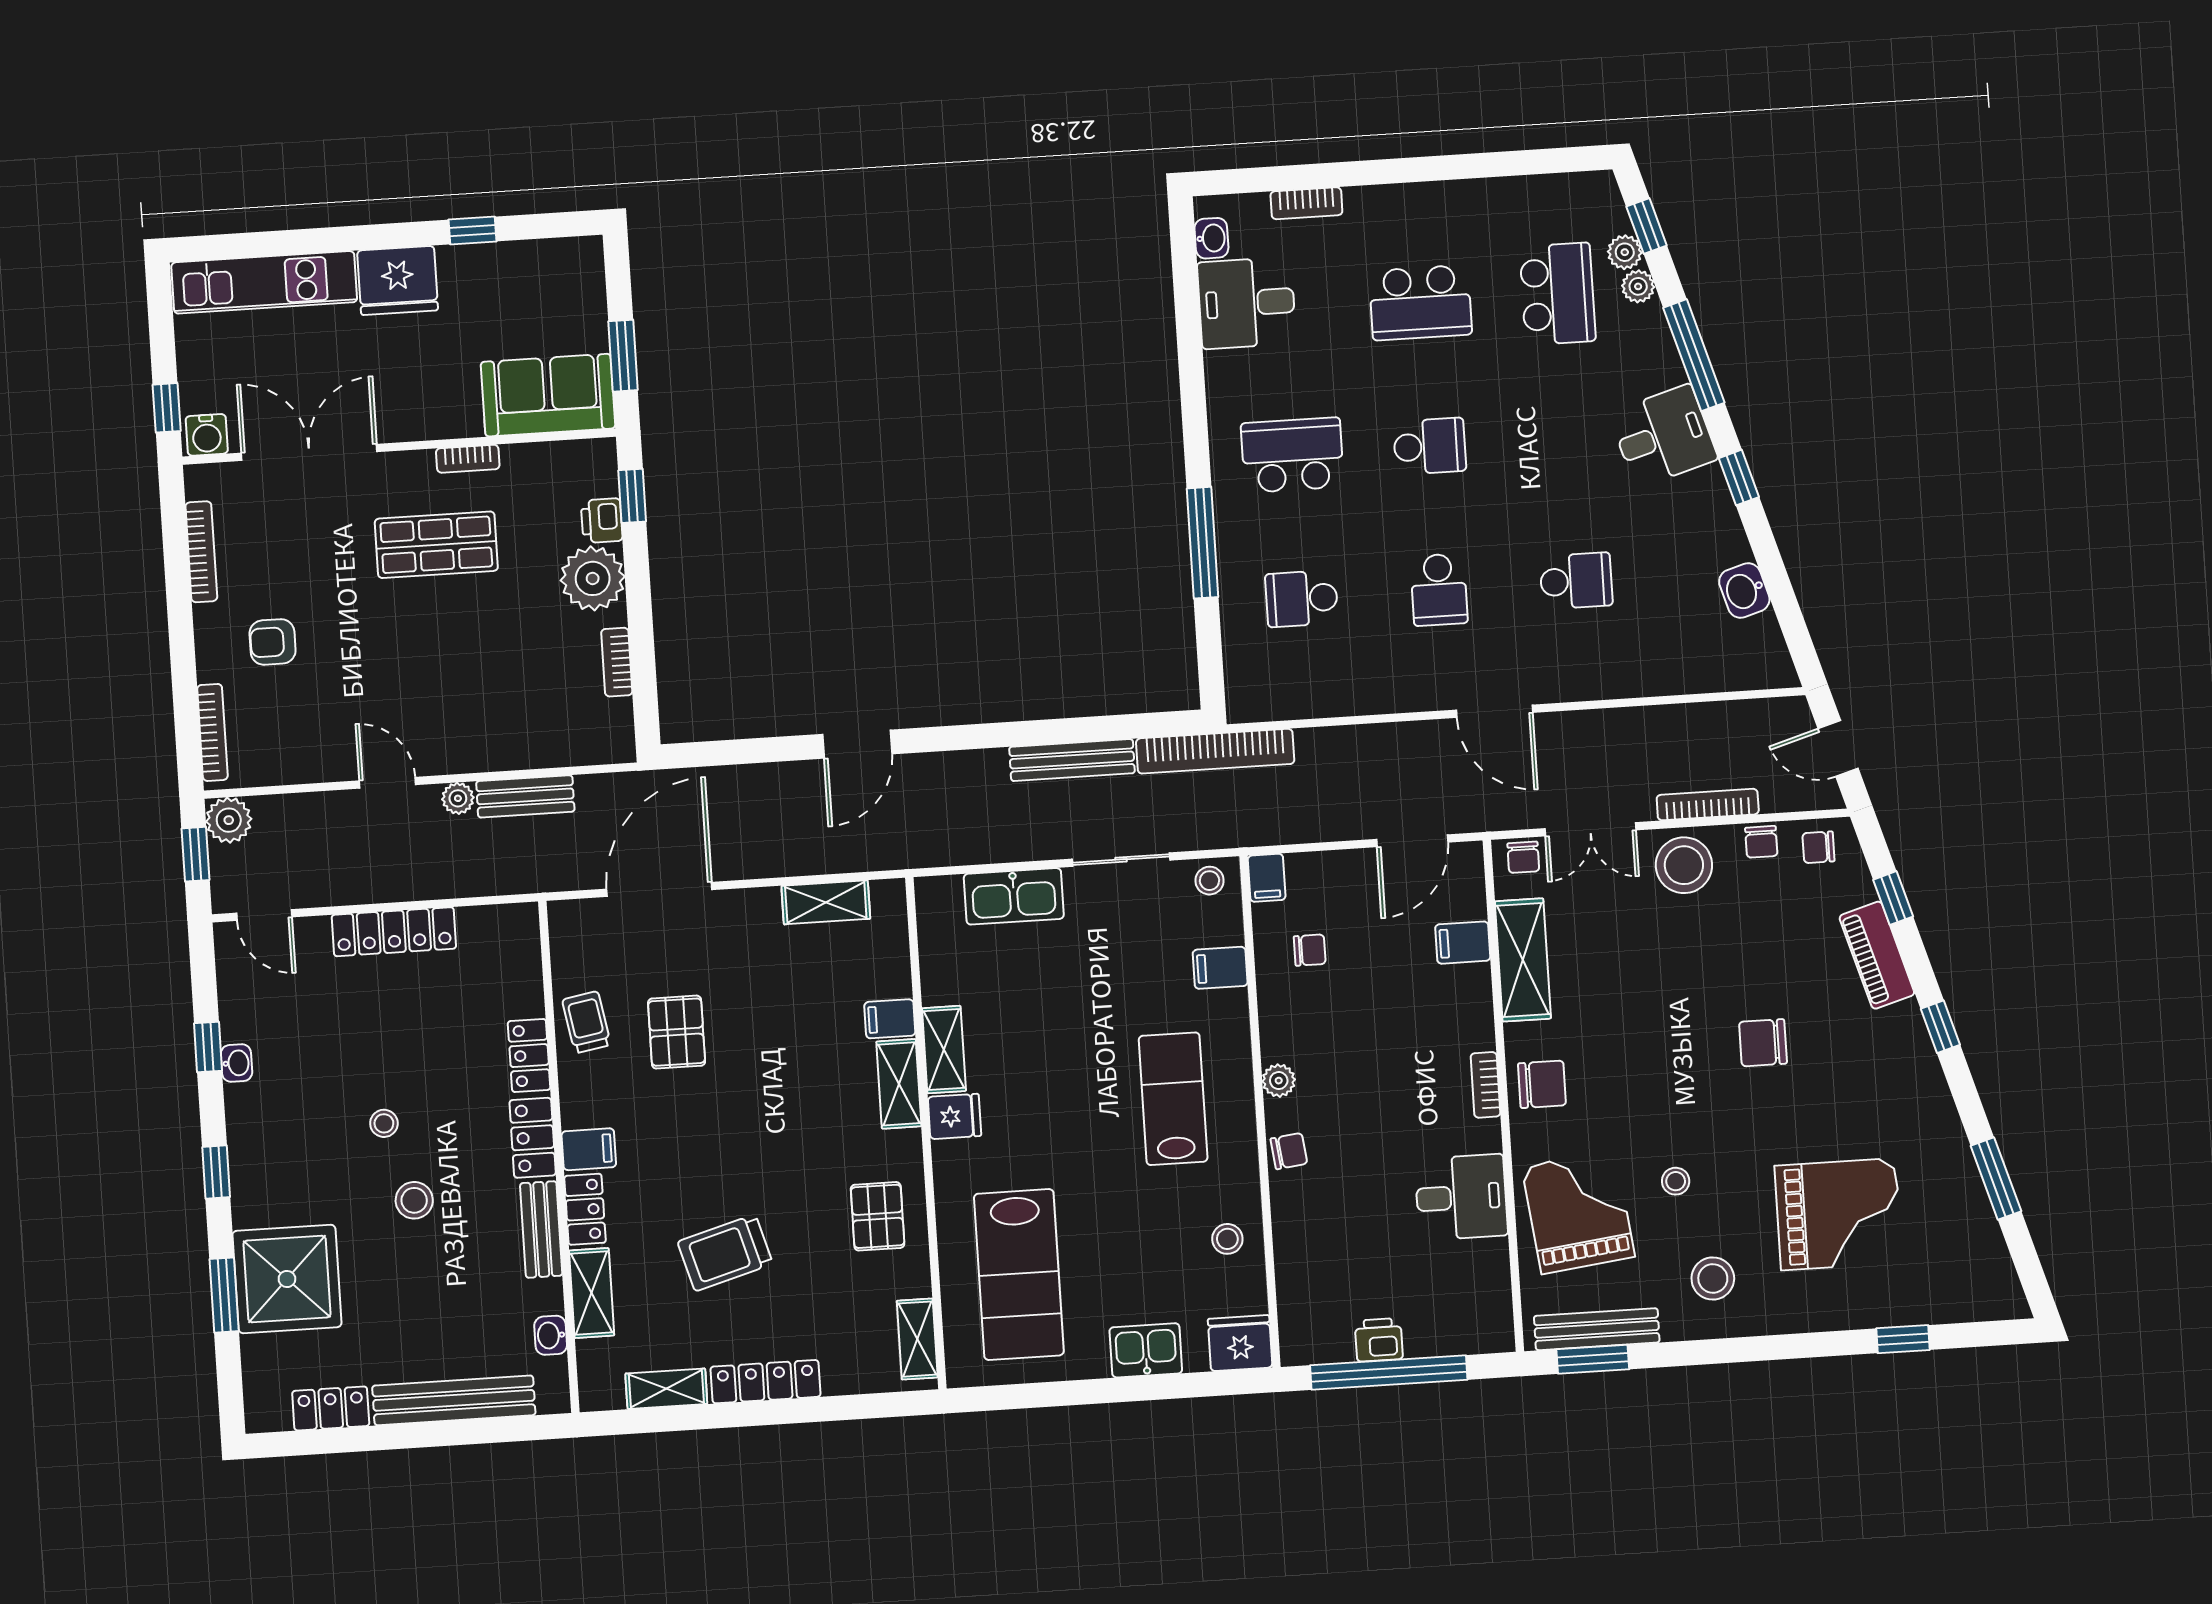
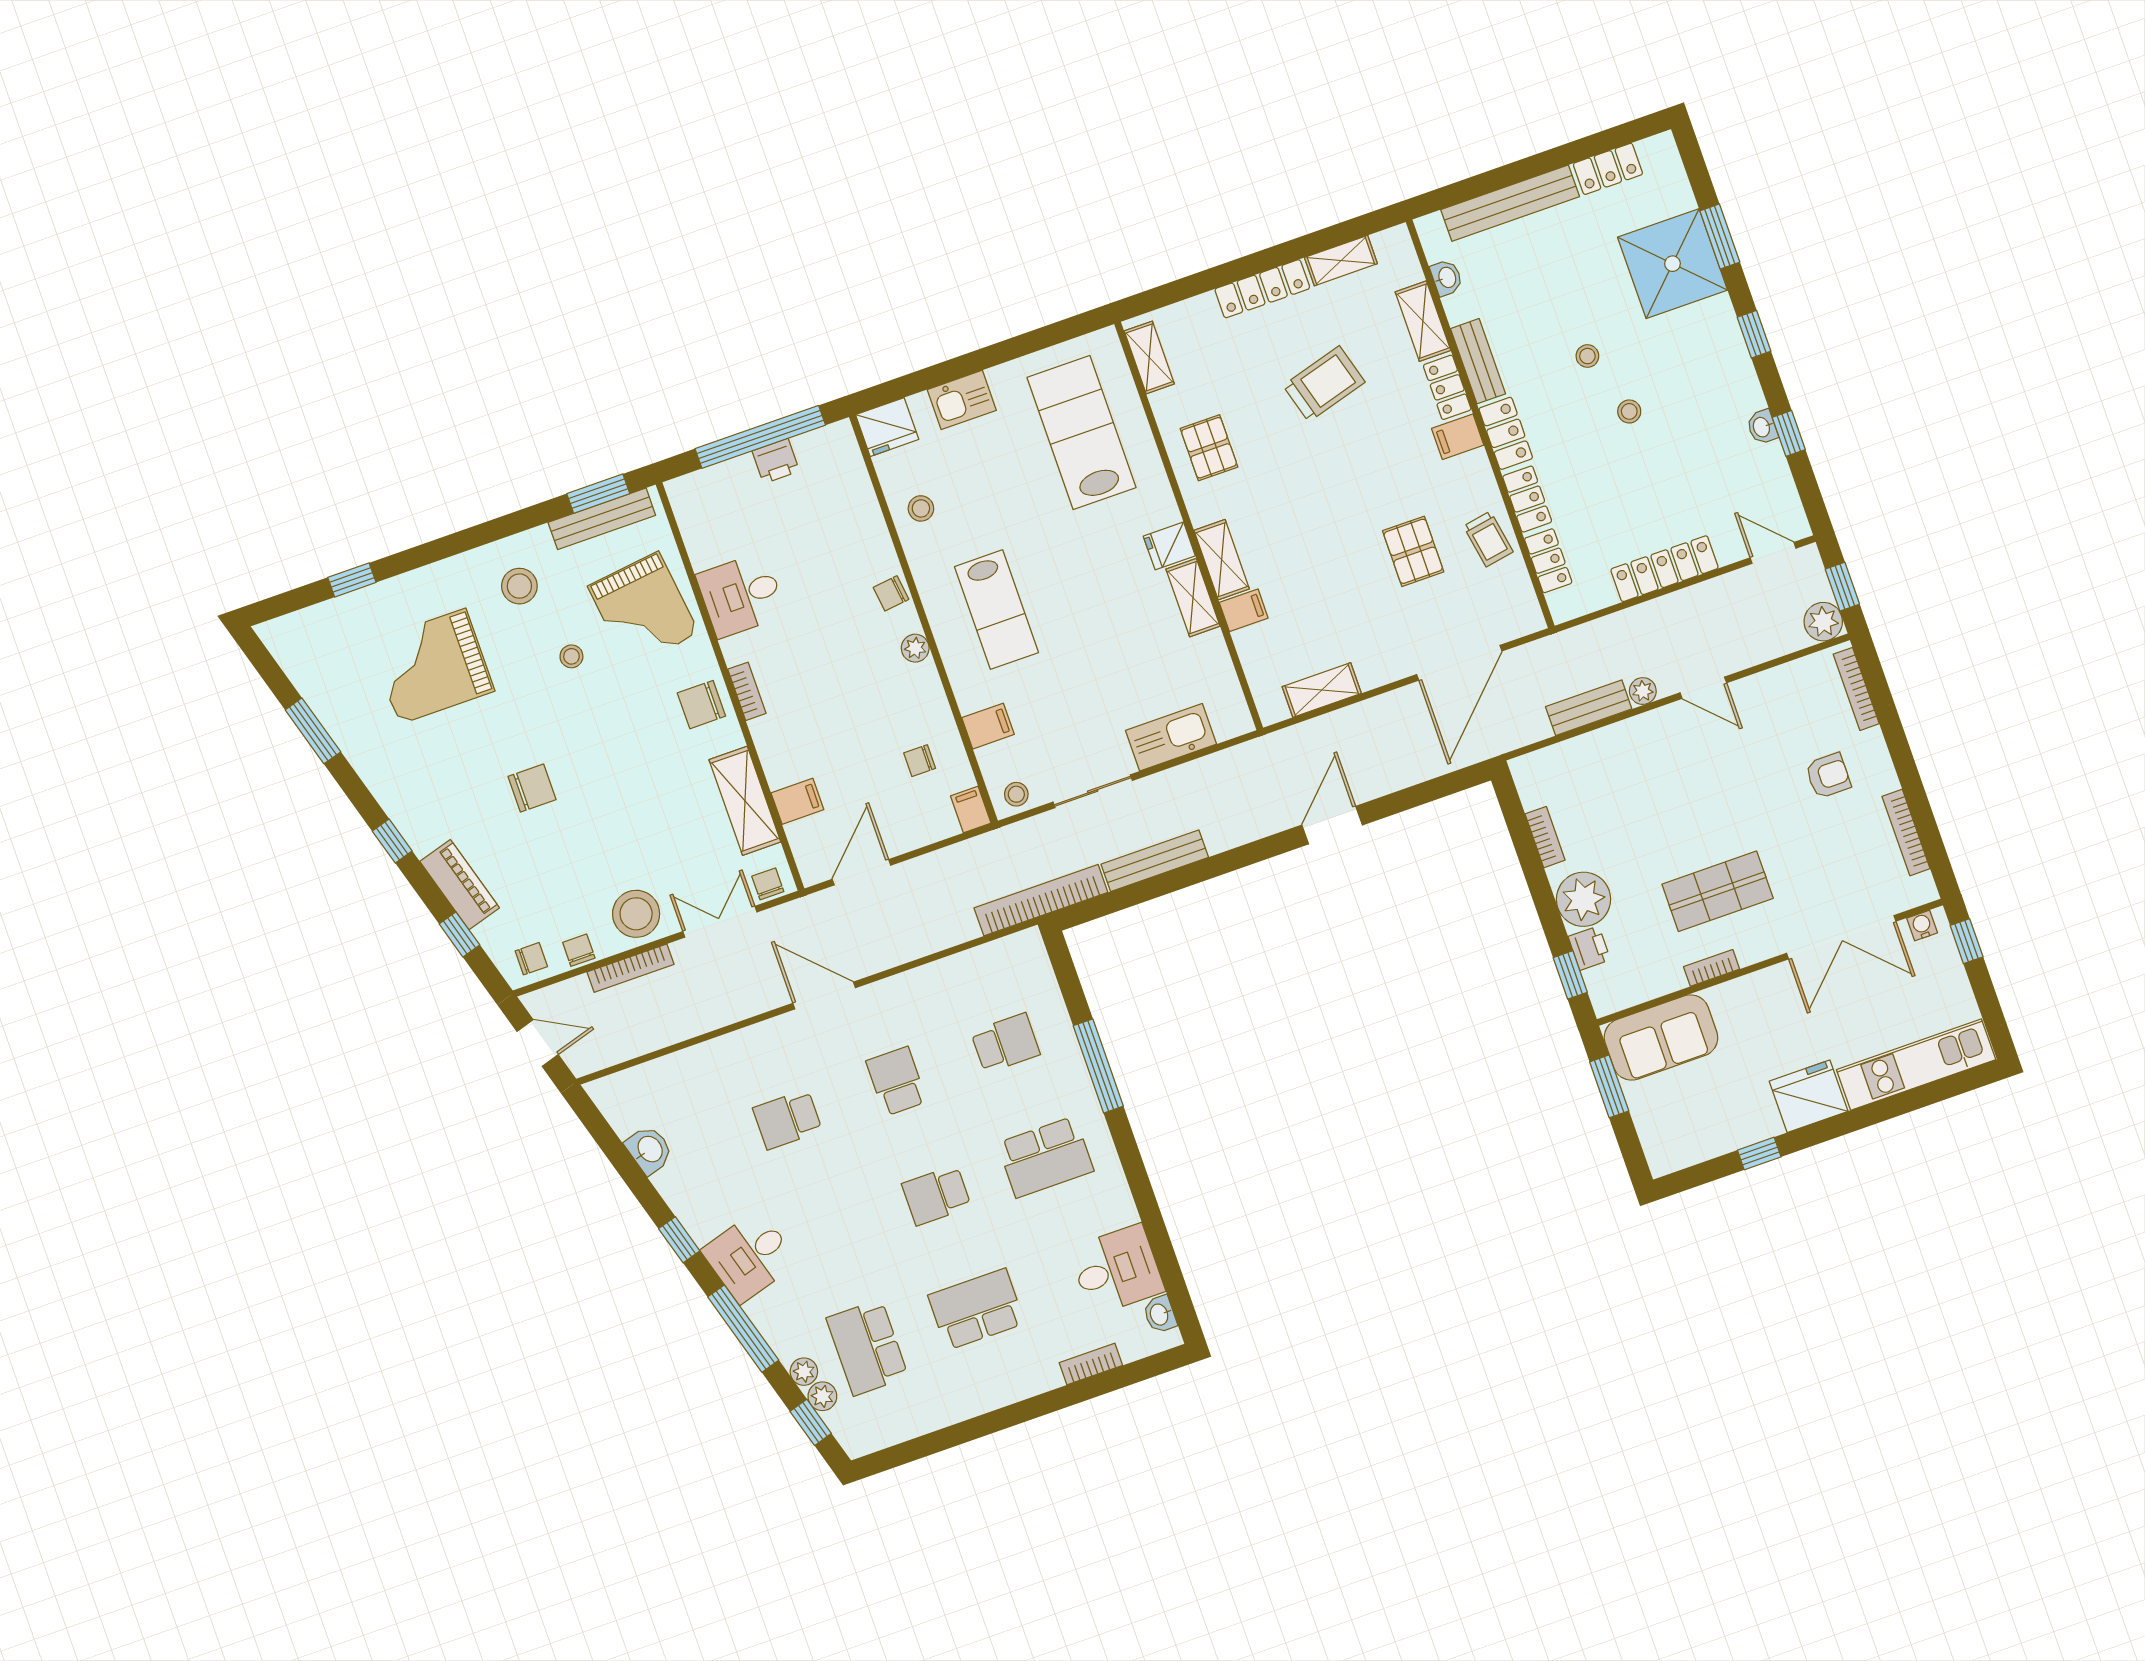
water cooler: (207, 435) -> (1922, 925), width x0.72, depth x0.72
locker: (525, 978) -> (1548, 561), added
stool: (414, 1200) -> (1587, 356), width x0.73, depth x0.73

